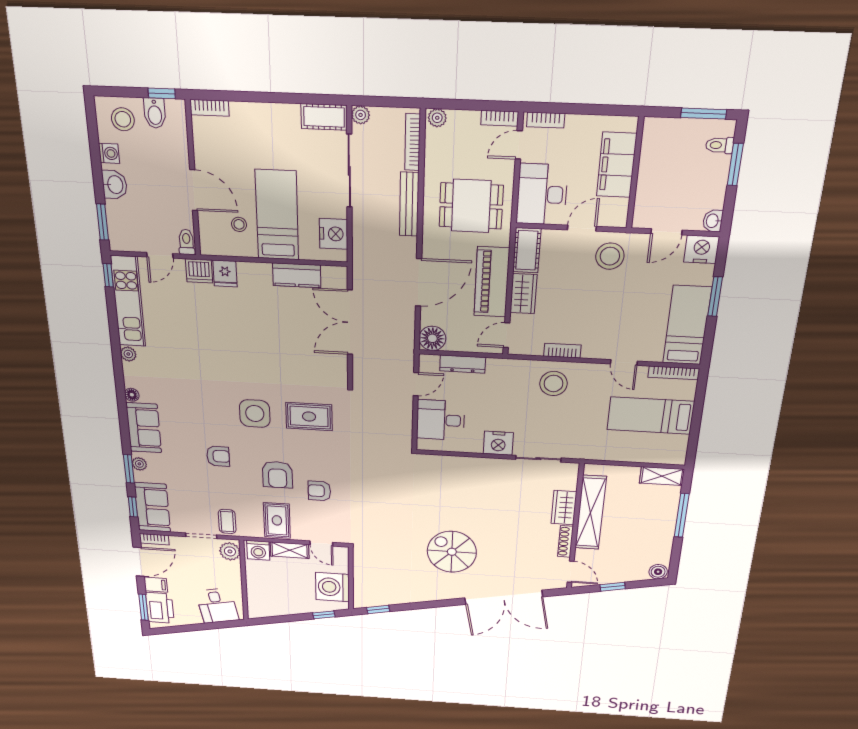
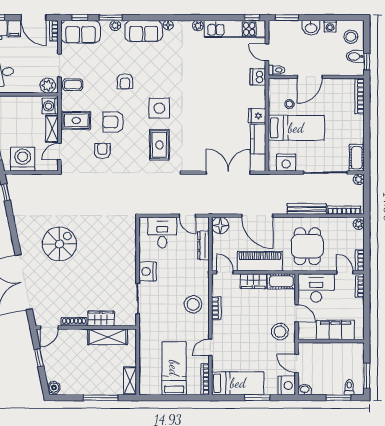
bookcase: (209, 108) -> (359, 96), width x1.56
fridge: (225, 274) -> (257, 116), moved
shelving: (591, 513) -> (108, 337), width x0.68

